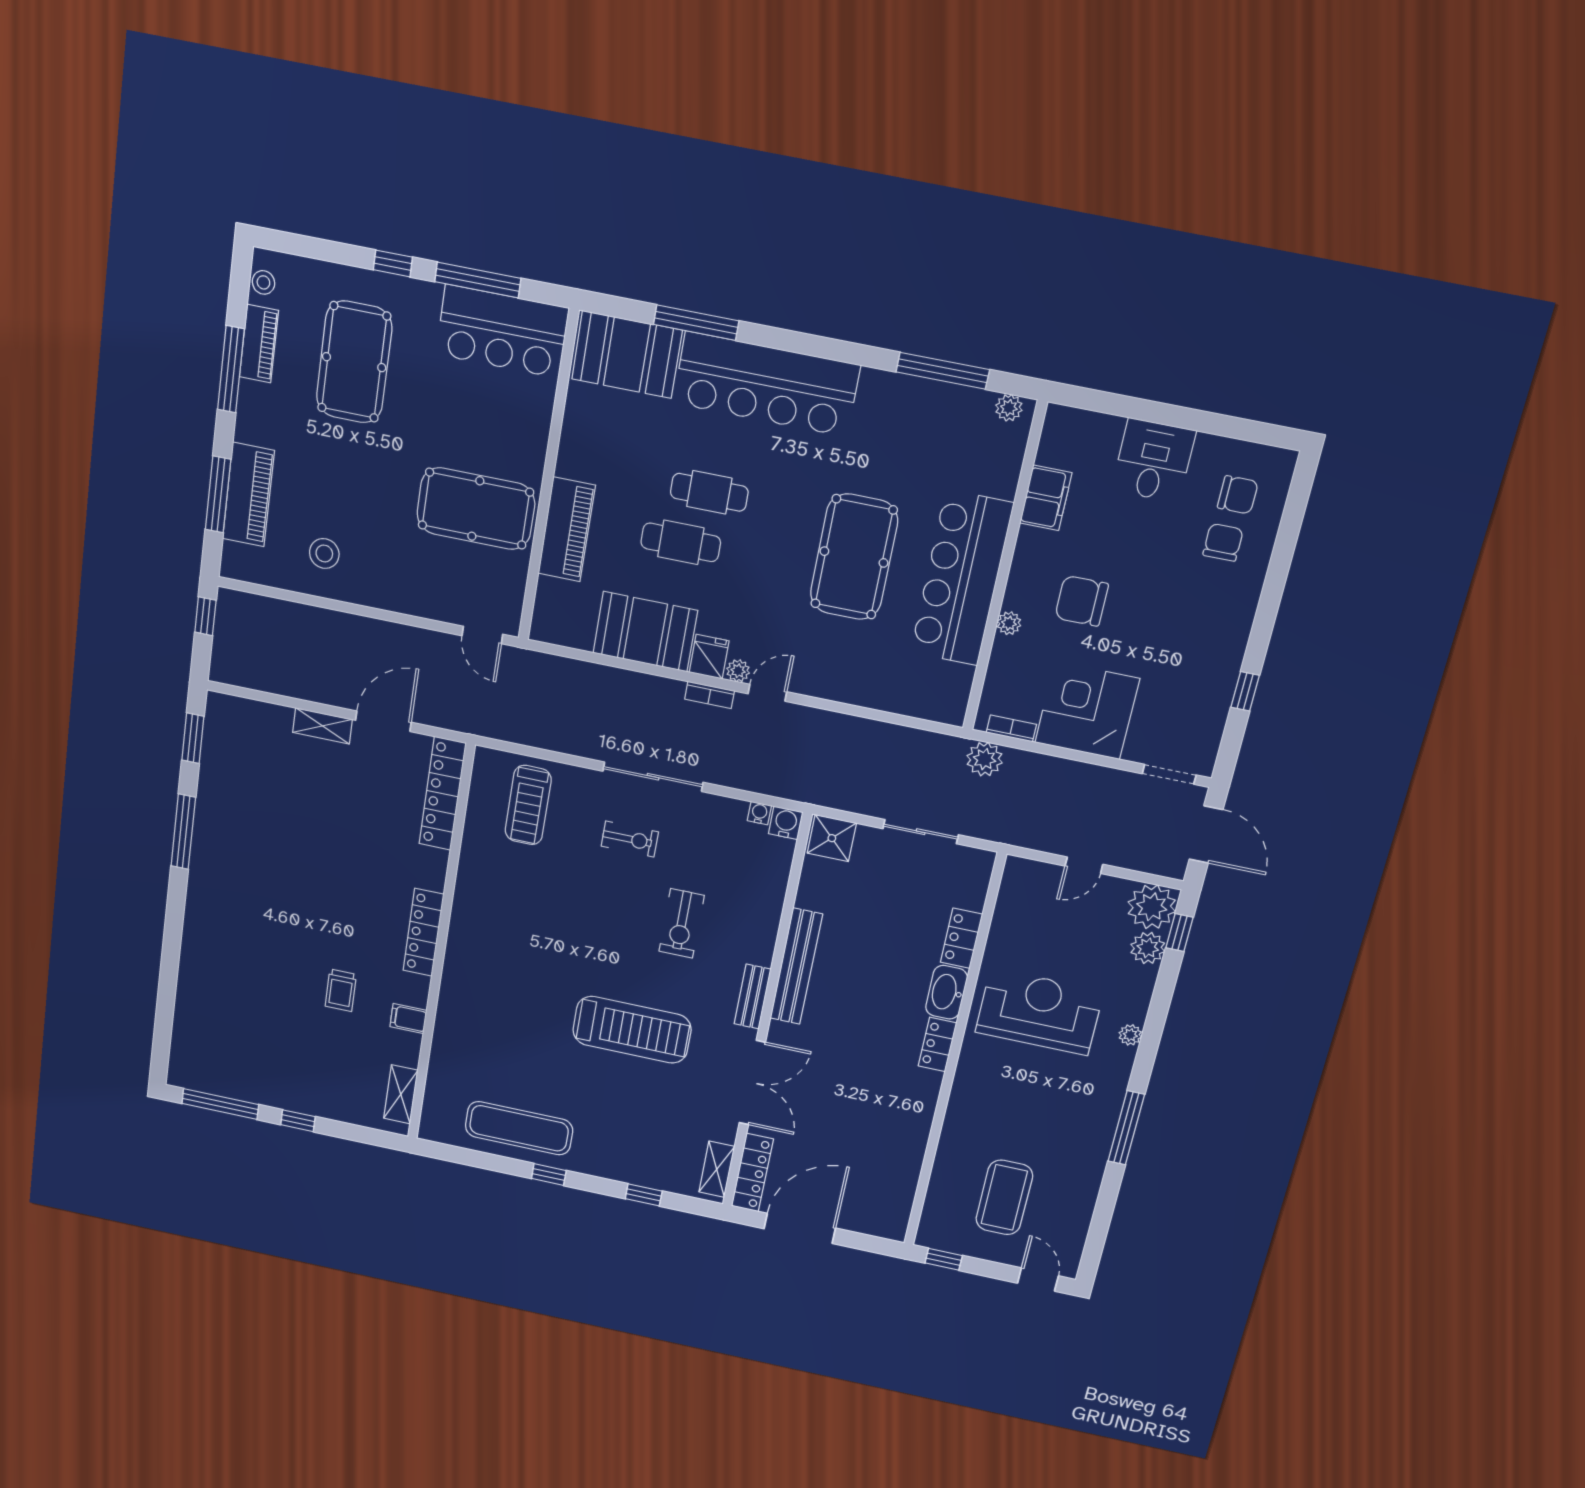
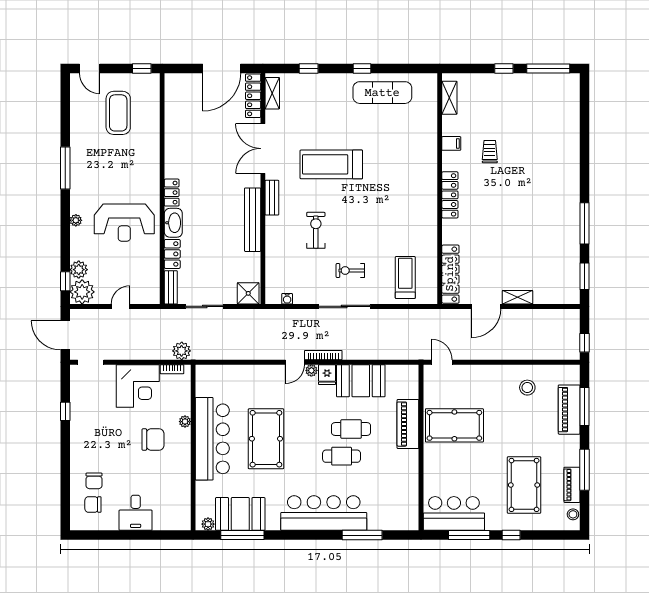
booth: (627, 355) -> (240, 514), moved
filing cabinet: (1046, 498) -> (181, 485), removed
bookcase: (710, 695) -> (323, 355), width x1.56
water cooler: (786, 823) -> (273, 296), removed
bench: (978, 880) -> (171, 287), added

